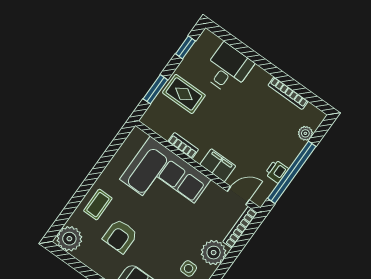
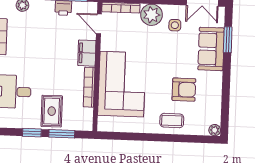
window: (185, 47) -> (32, 133), moved
bookcase: (183, 146) -> (89, 87), width x1.56
plant: (69, 239) -> (215, 130), width x0.53, depth x0.53

